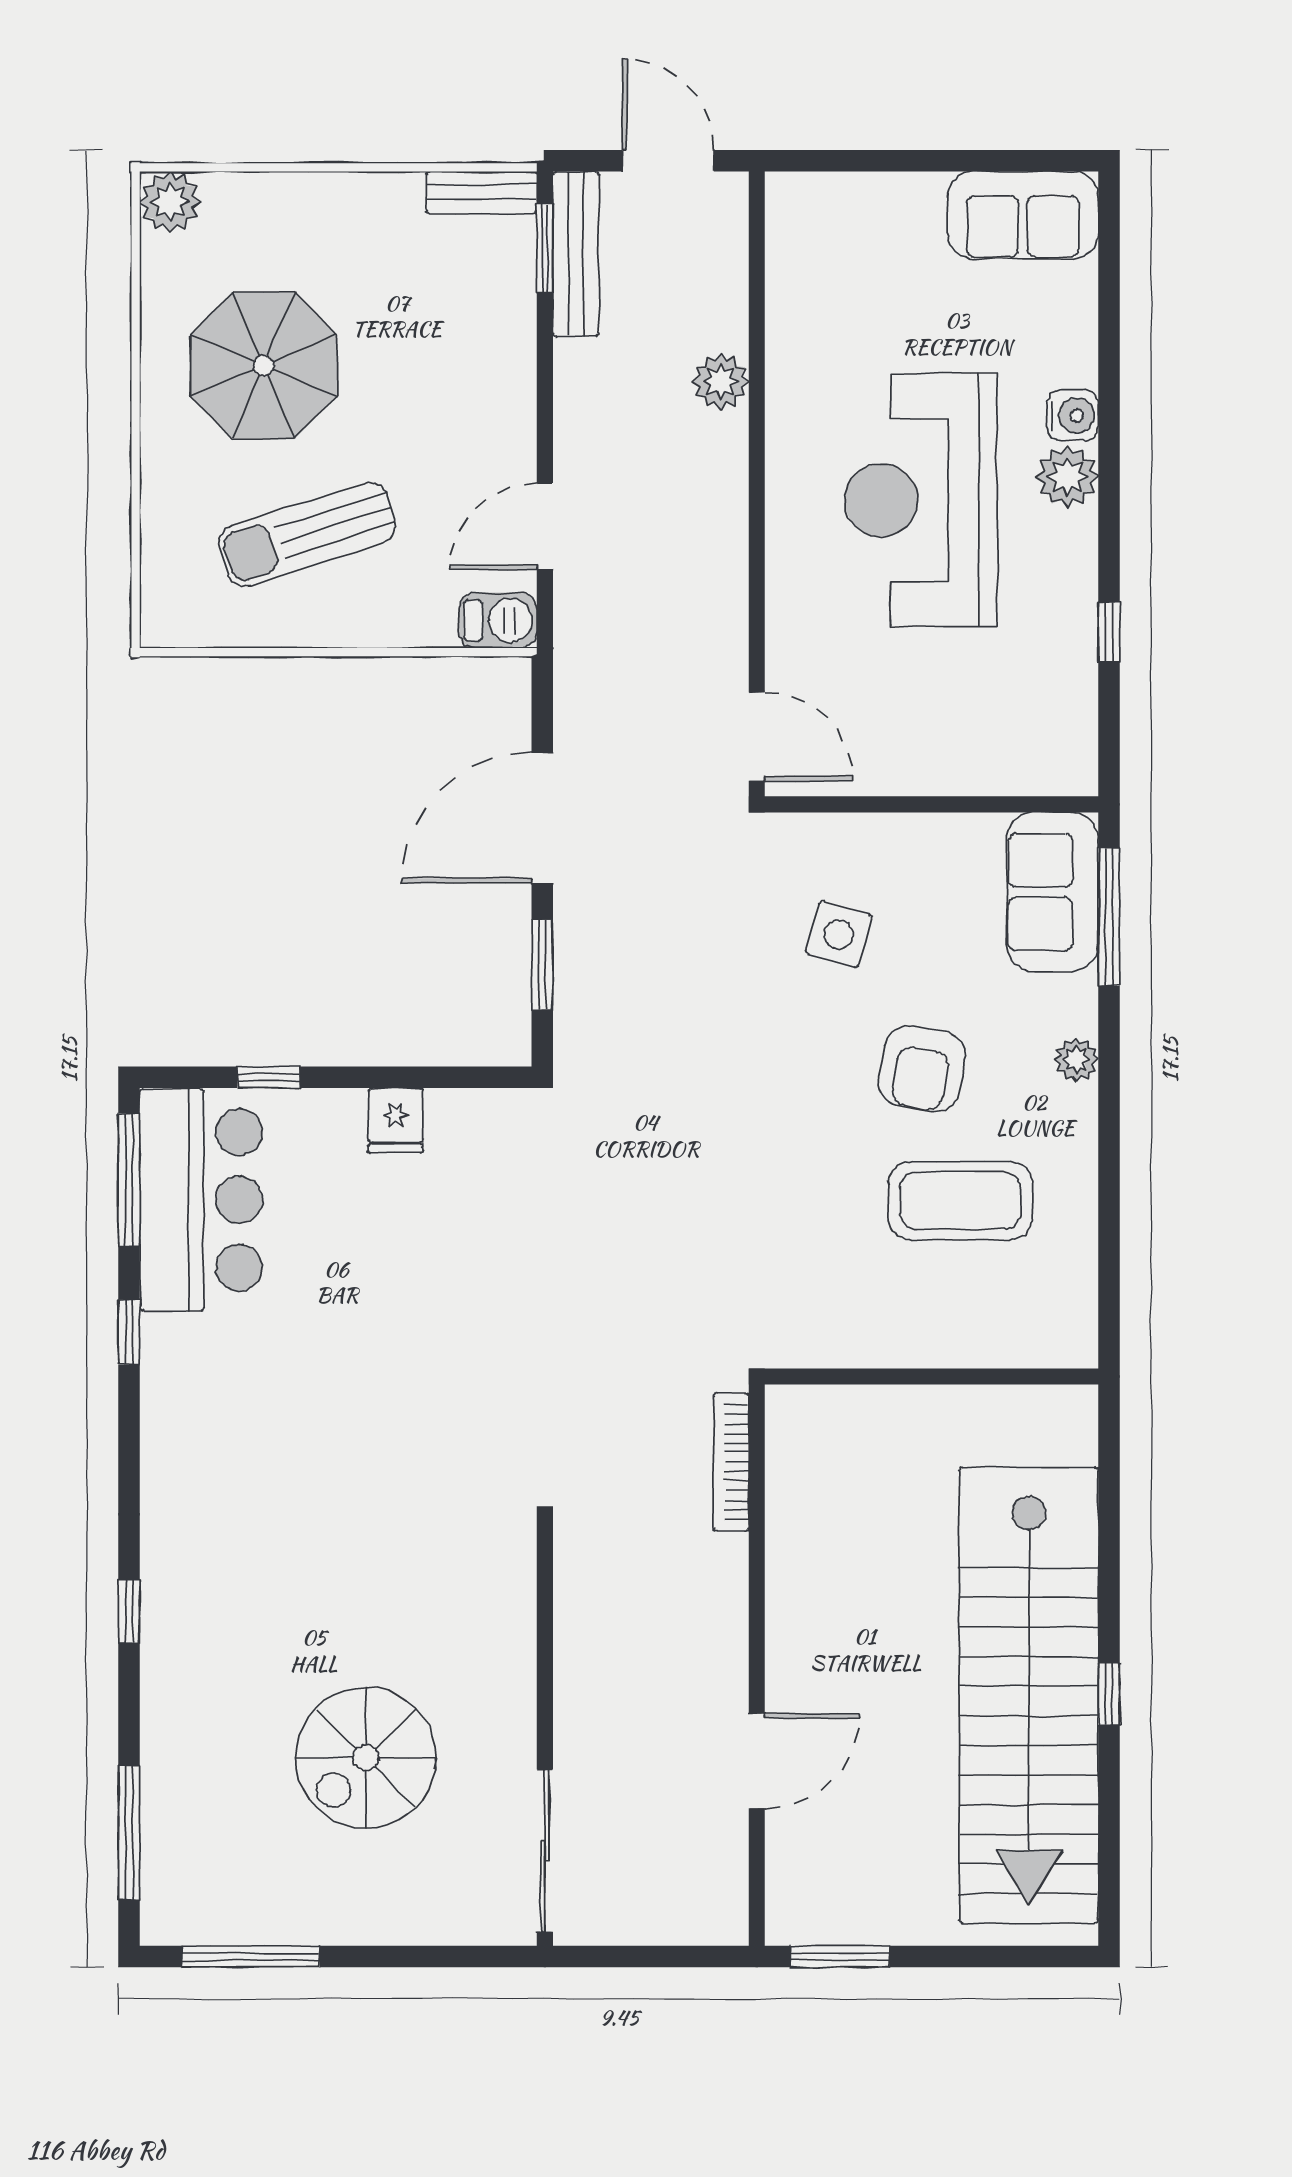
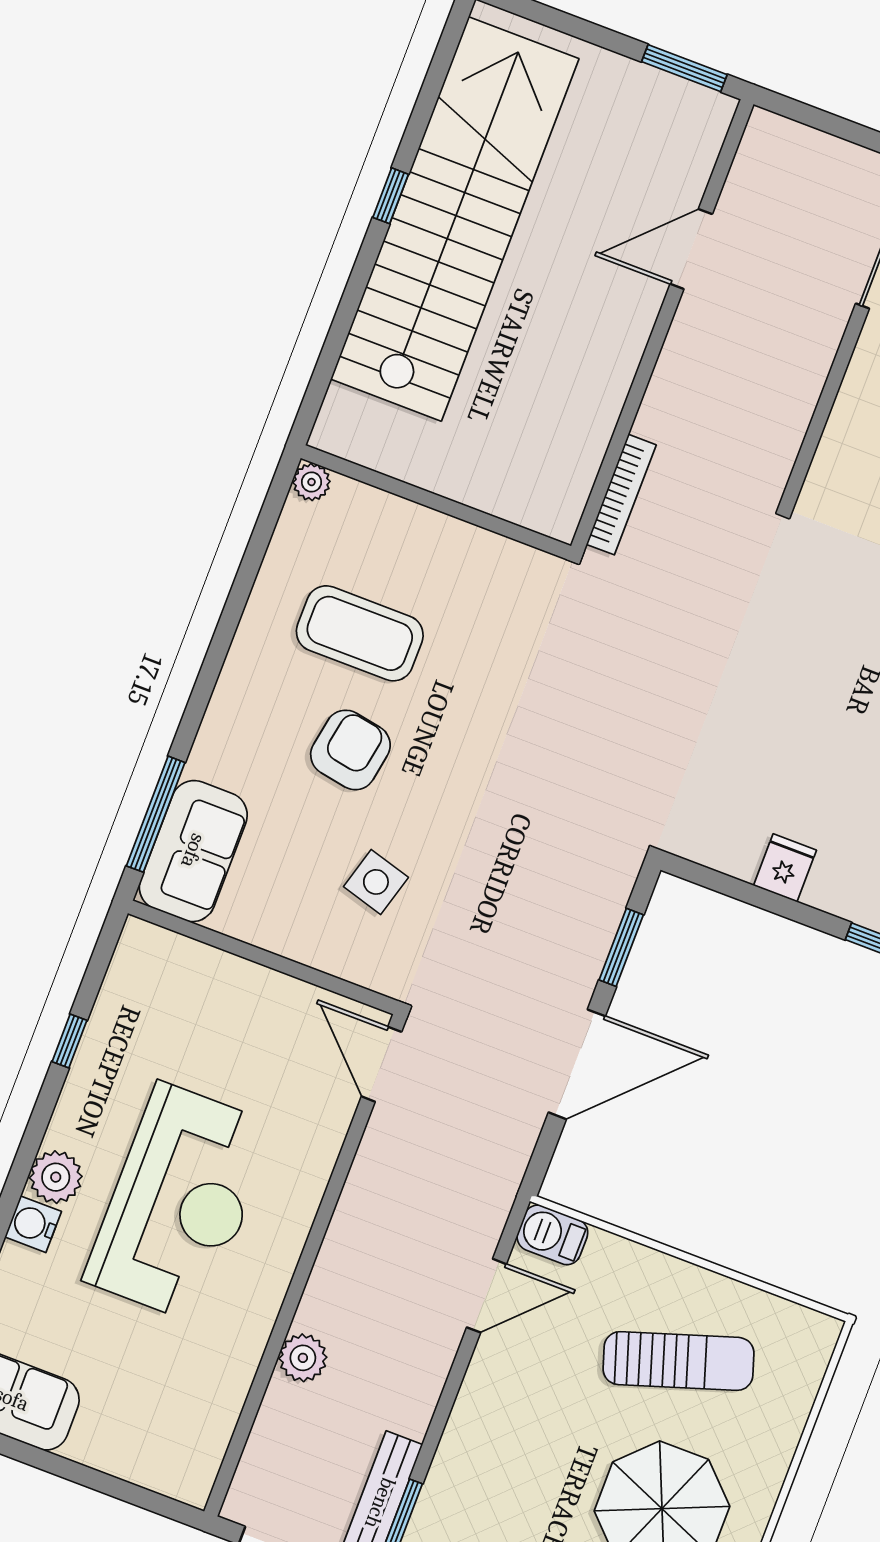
plant: (1076, 1060) -> (312, 482), moved

